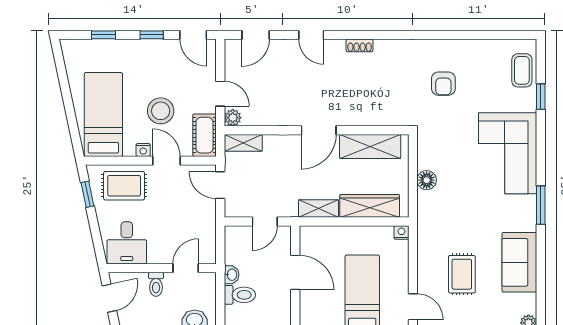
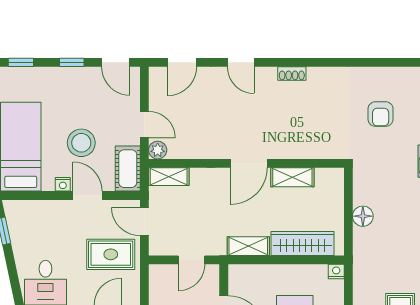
shelving: (370, 146) -> (292, 177), width x0.67, depth x0.75
rug: (124, 186) -> (111, 254), moved

